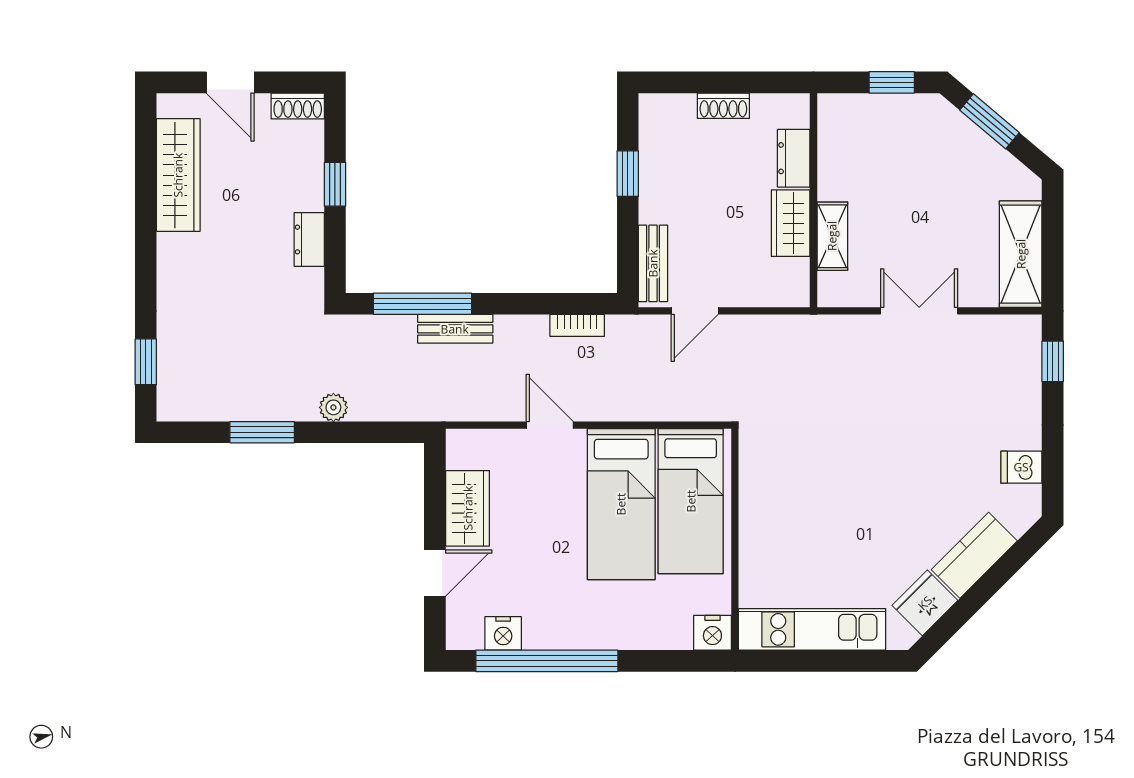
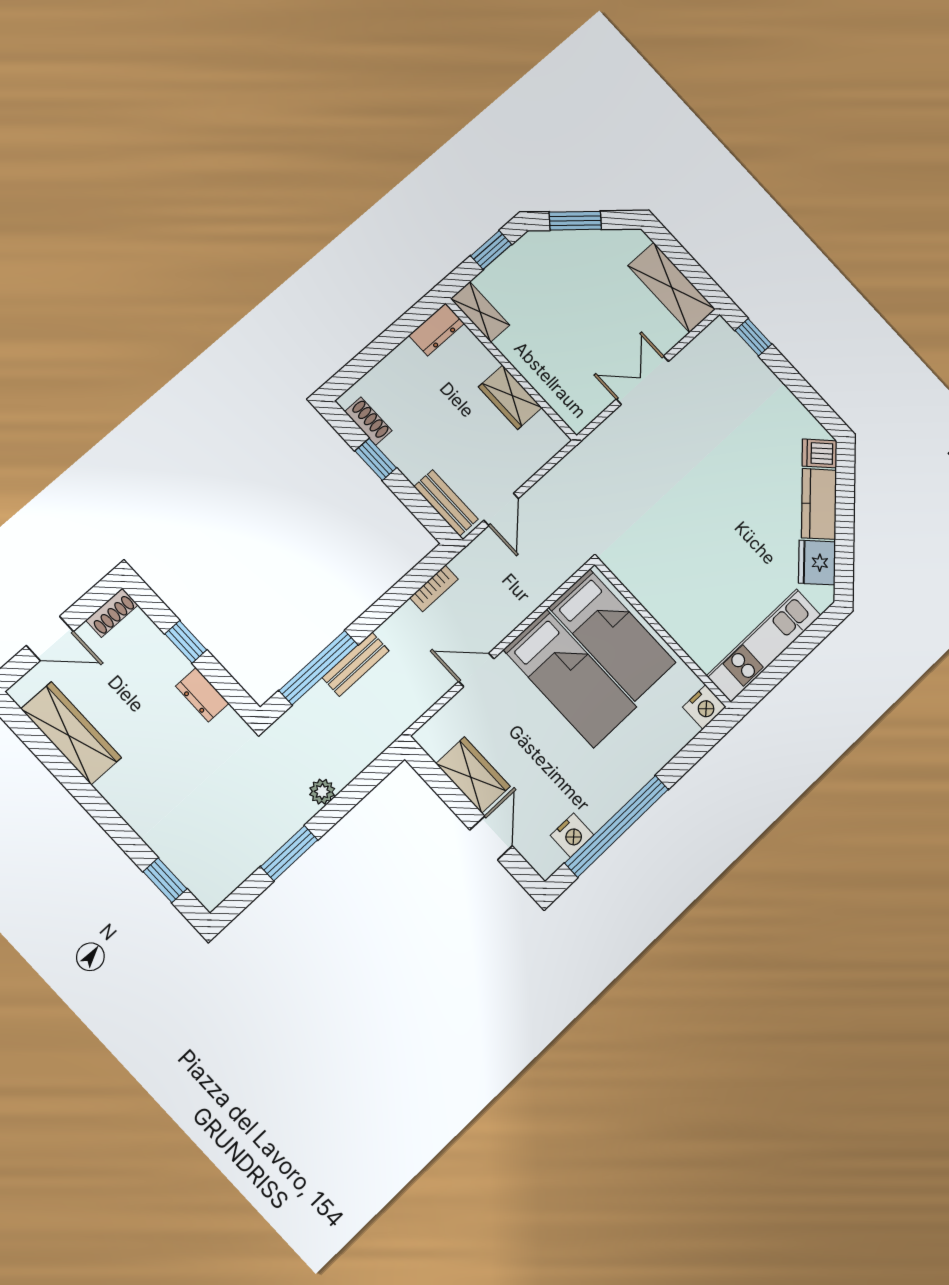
shoe rack: (723, 106) -> (368, 421), moved, turned -90
dresser: (794, 158) -> (437, 329), moved, turned -90
shelving: (832, 236) -> (480, 312), moved
dishwasher: (1021, 467) -> (819, 453), moved, turned 45

